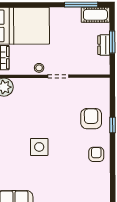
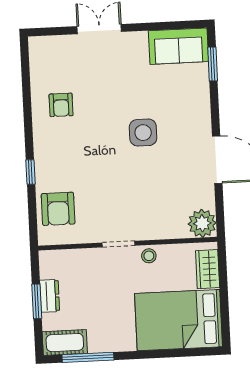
armchair: (91, 119) -> (58, 209), moved
armchair: (96, 154) -> (61, 105), moved

